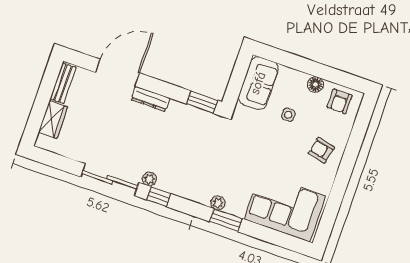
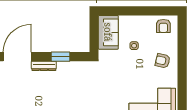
floor lamp: (315, 85) -> (145, 21), removed
window: (202, 102) -> (61, 57), moved

